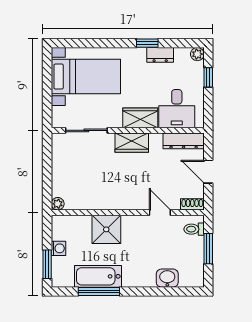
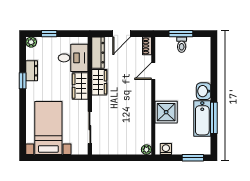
wardrobe: (132, 143) -> (99, 82), moved
toilet: (194, 229) -> (182, 45), moved
washing machine: (58, 248) -> (166, 149), moved
washbasin: (167, 278) -> (204, 91), moved

